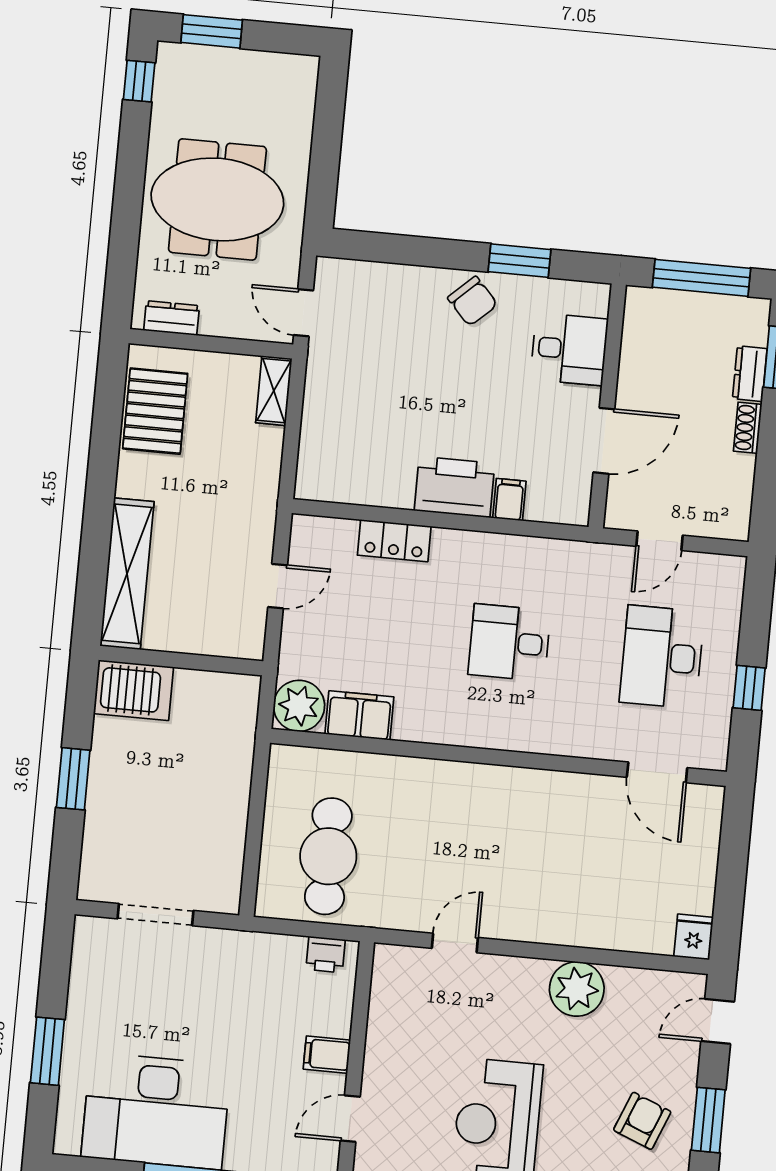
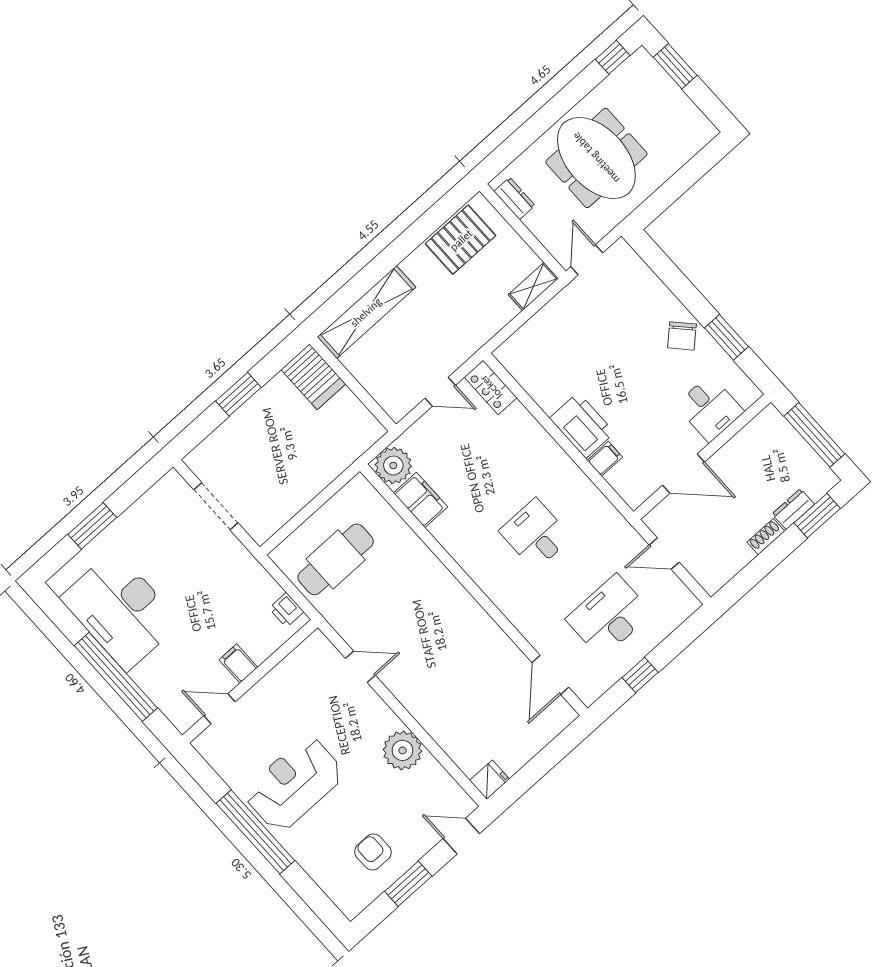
locker: (394, 541) -> (491, 387), moved
armchair: (642, 1121) -> (373, 852), turned -112

